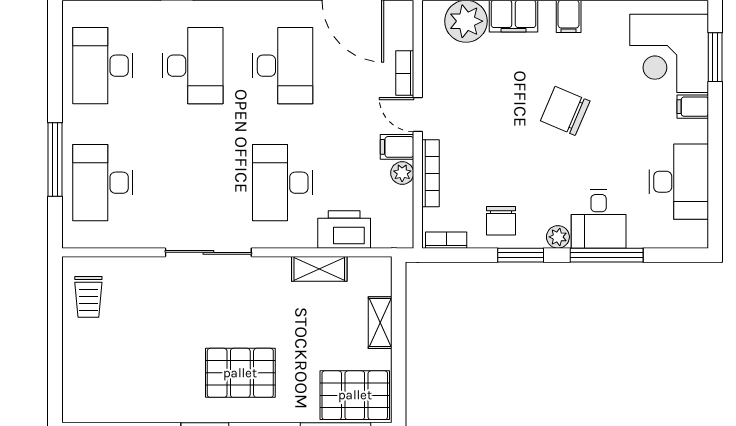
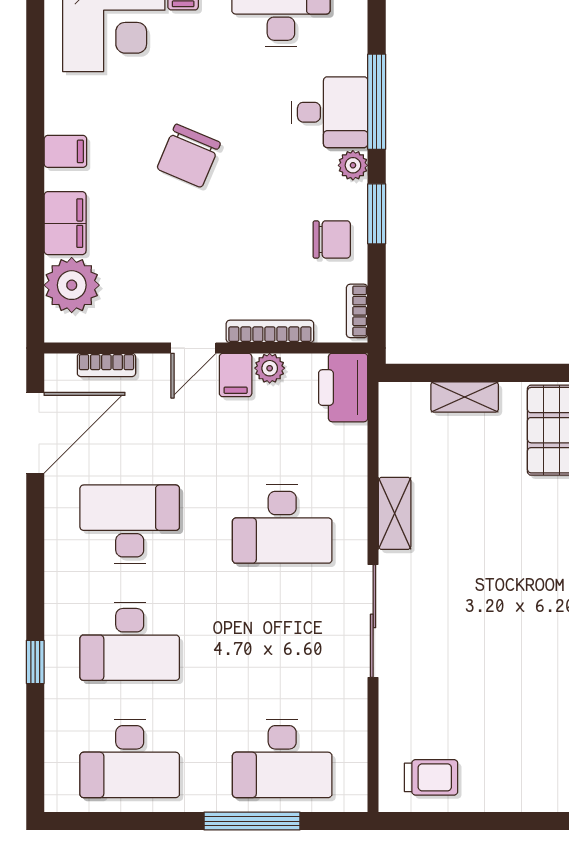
desk: (193, 66) -> (130, 641), turned 180
bookcase: (405, 73) -> (106, 365), moved
printer: (344, 229) -> (343, 388), moved
shelving: (319, 269) -> (395, 513), moved
pallet: (240, 373) -> (530, 579), removed

